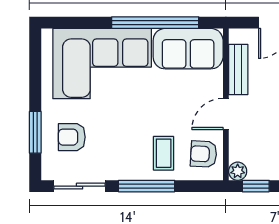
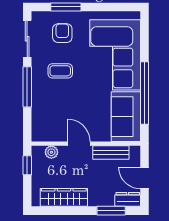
coffee table: (164, 153) -> (60, 71), moved
armchair: (204, 154) -> (50, 128), removed
plant: (238, 171) -> (51, 152), moved

